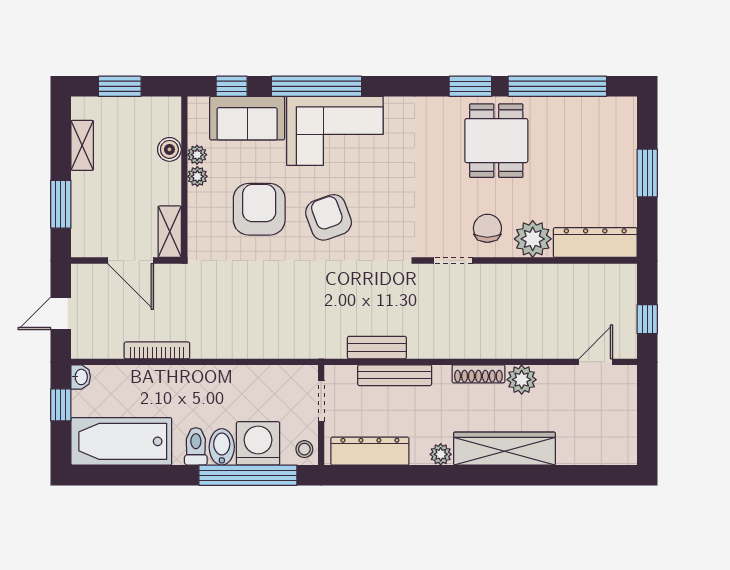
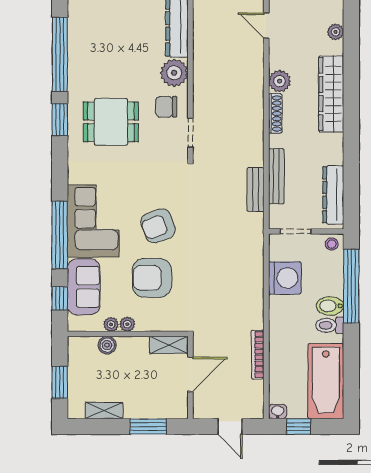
dining table: (496, 141) -> (111, 122), moved
washing machine: (258, 443) -> (285, 278), moved, turned 180
plant: (441, 454) -> (336, 32), moved

